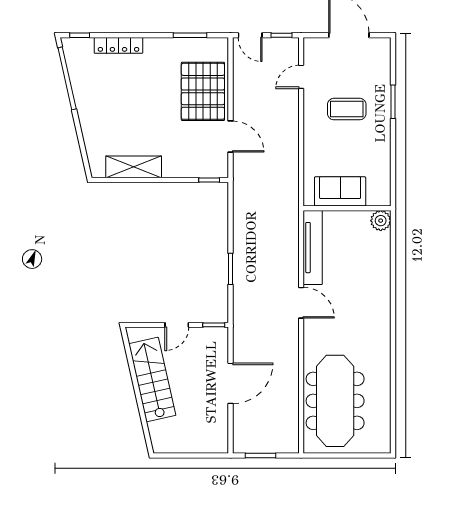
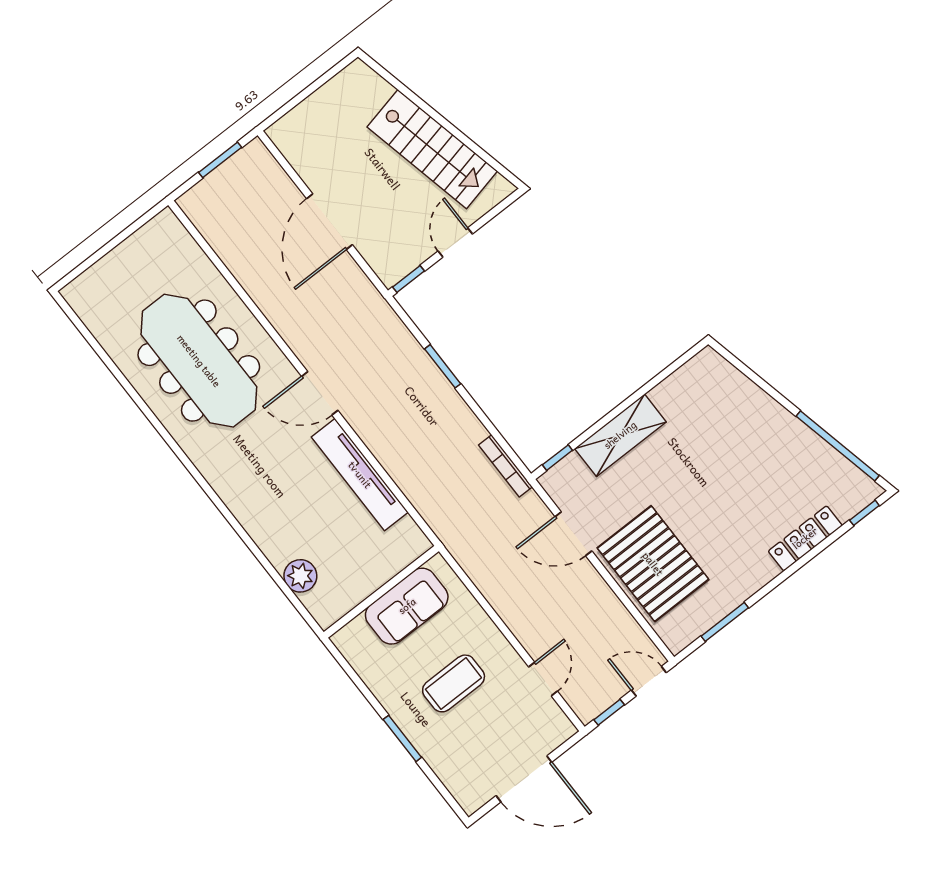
shelving: (134, 167) -> (620, 435), moved
sofa: (340, 191) -> (407, 606), moved
bookcase: (238, 196) -> (505, 466), added
wall: (347, 208) -> (381, 592), moved
meeting table: (335, 401) -> (199, 361), moved

